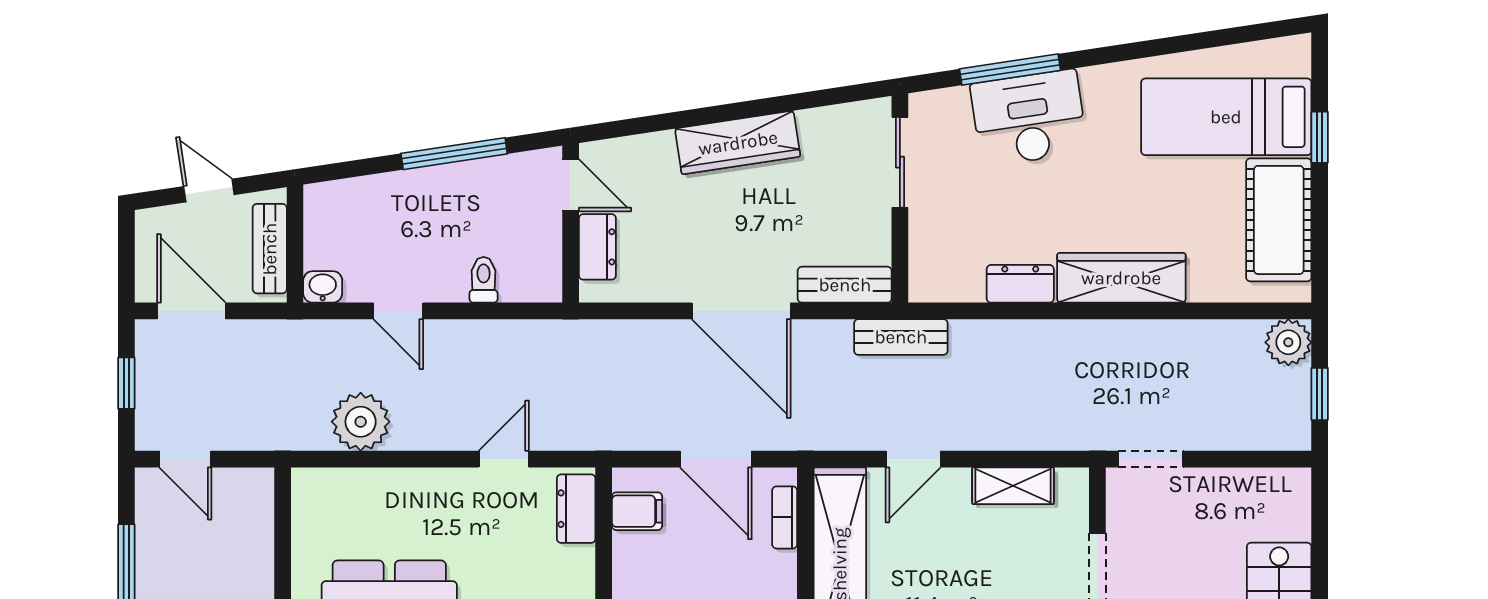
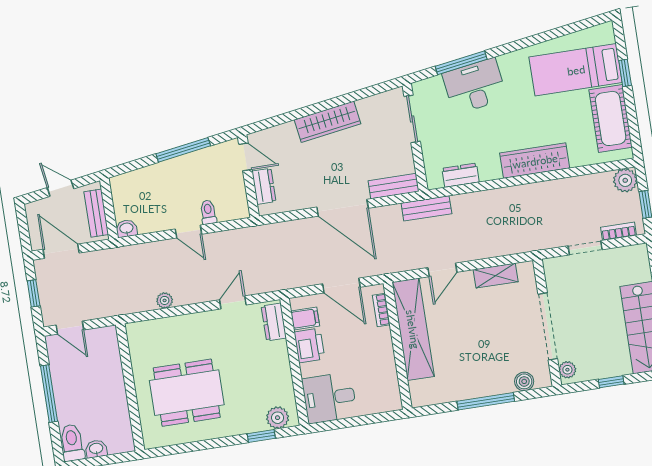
dresser: (1020, 284) -> (461, 175), moved
door: (398, 311) -> (188, 232), moved
plant: (361, 422) -> (165, 300), width x0.53, depth x0.53
bookcase: (1260, 438) -> (619, 231), added
doorway: (1151, 459) -> (585, 248), moved
printer: (637, 564) -> (309, 345), added

